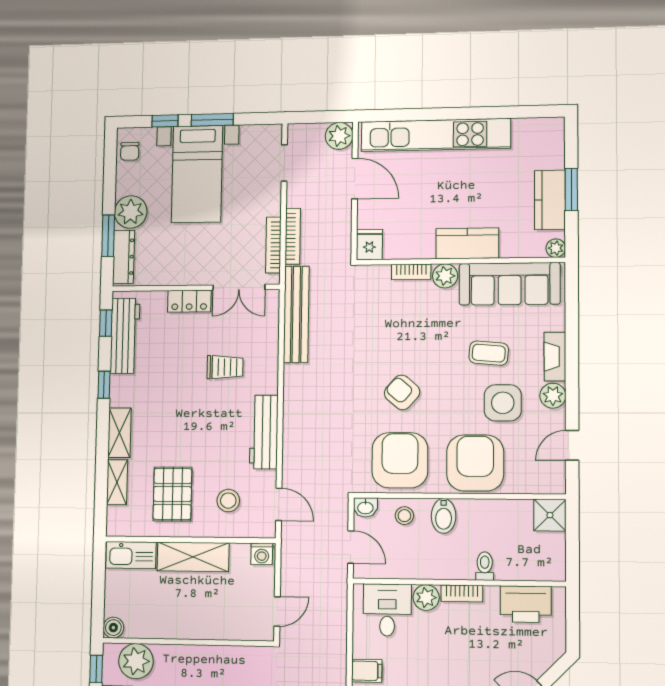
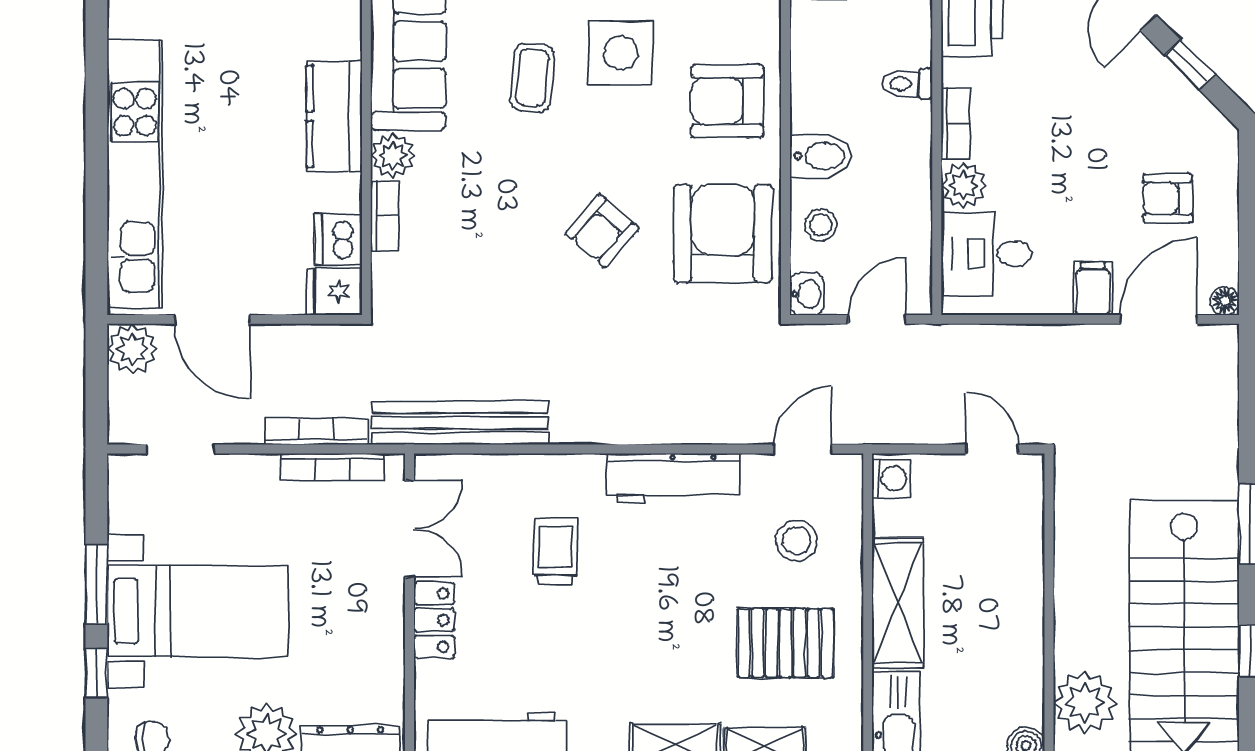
door: (355, 179) -> (212, 319), swing flipped
dishwasher: (398, 246) -> (338, 239), added
armchair: (400, 460) -> (723, 234), turned 90
armchair: (475, 463) -> (727, 101), width x0.73, depth x0.73

